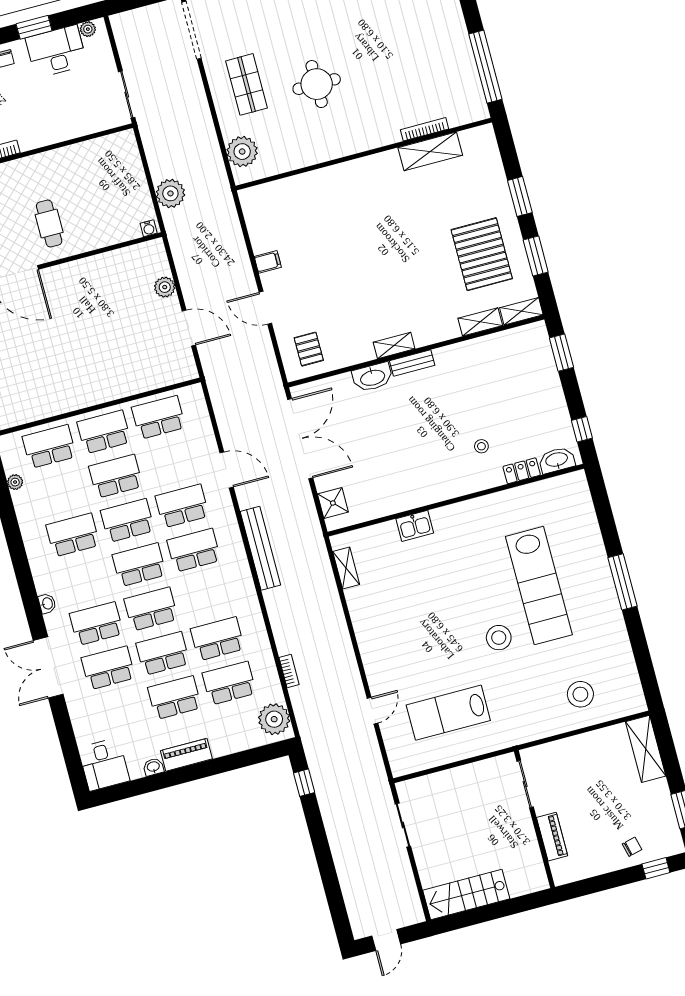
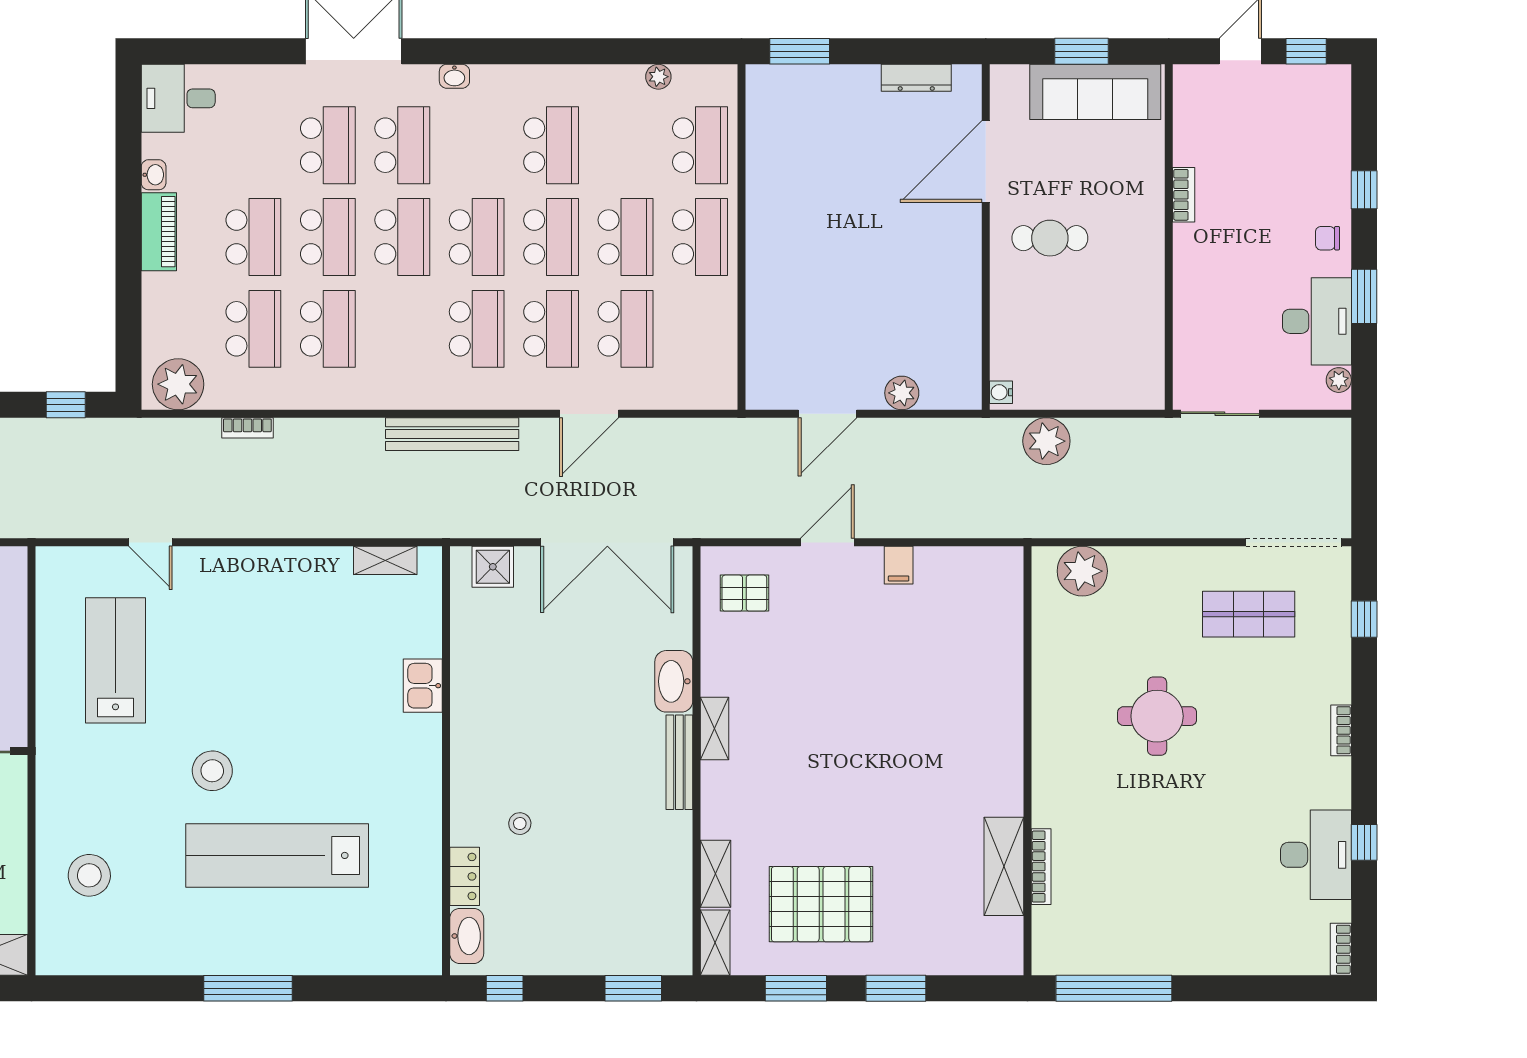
shop shelf: (247, 84) -> (1249, 614), moved
bench: (412, 363) -> (679, 762), width x1.36
school desk: (159, 417) -> (626, 329), moved

